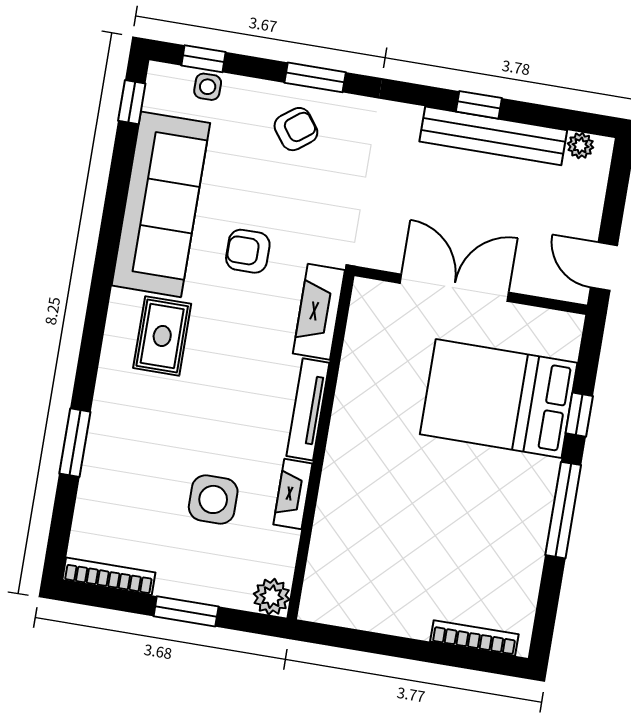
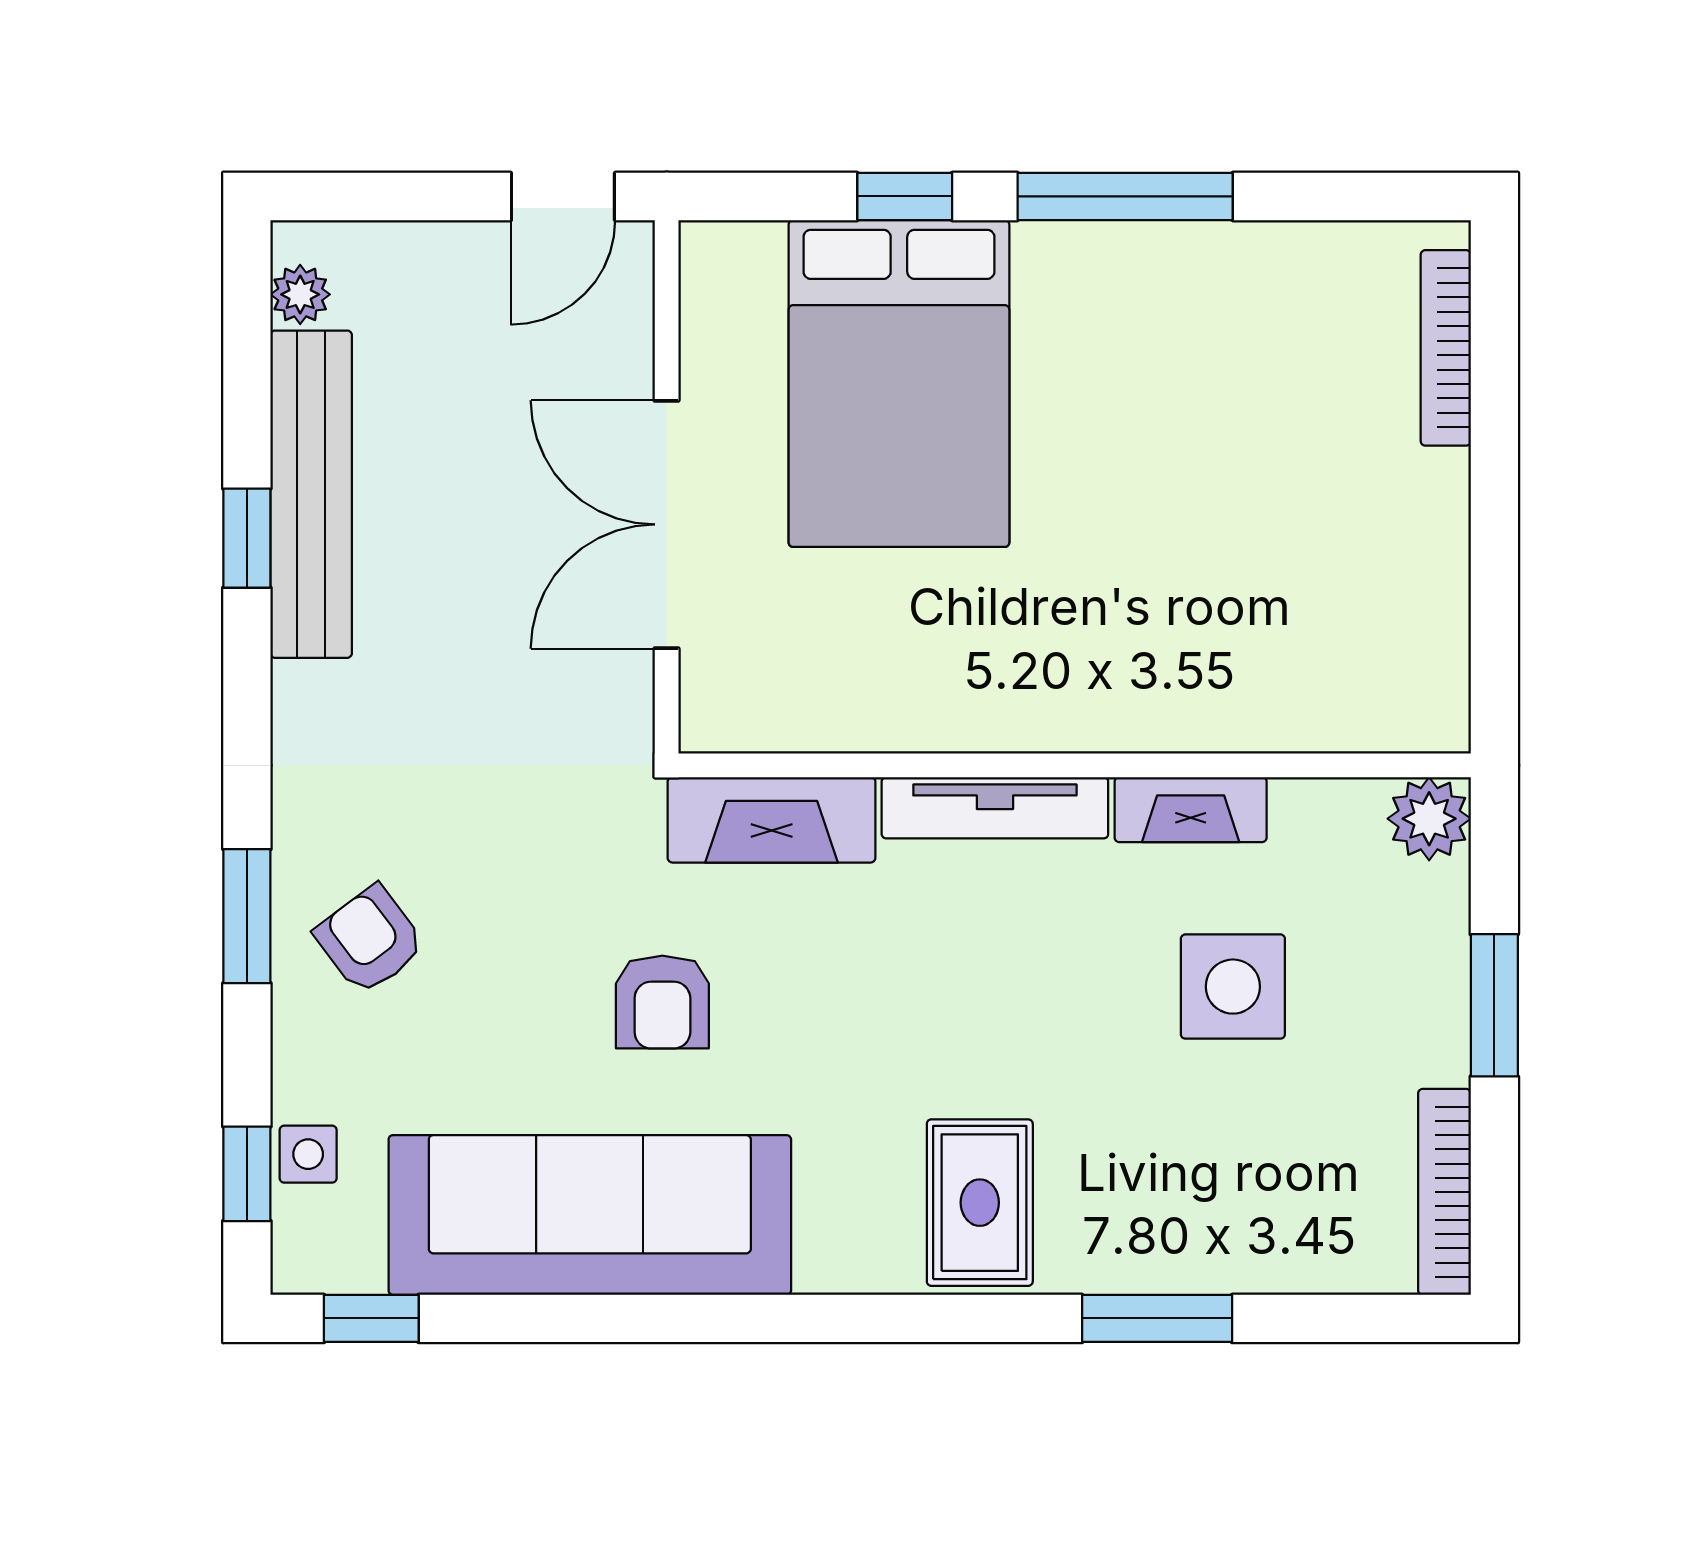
rug: (162, 336) -> (980, 1203), moved, turned 90

